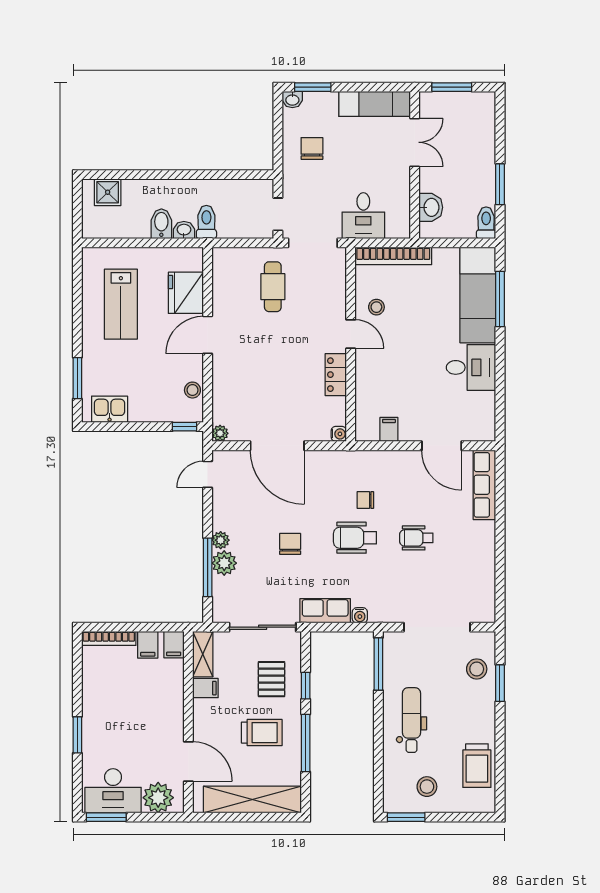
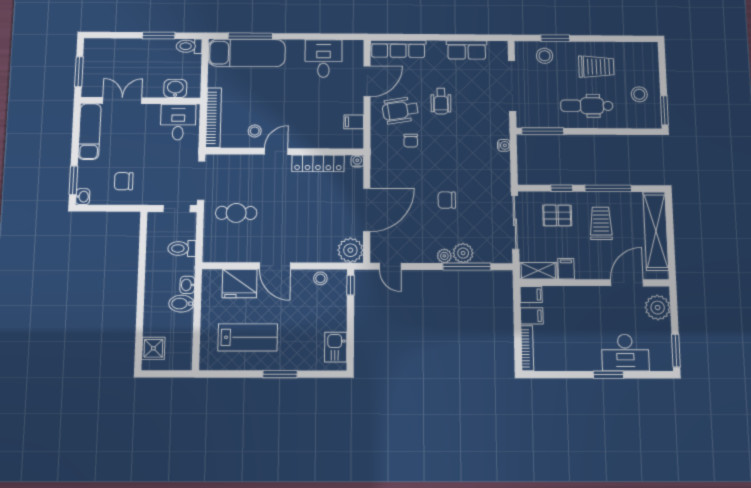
desk: (363, 216) -> (178, 122), moved, turned -90
toilet: (206, 222) -> (182, 248), moved
desk: (471, 367) -> (324, 59), moved
locker: (336, 375) -> (318, 163), width x1.53
window: (77, 378) -> (280, 374), moved
plant: (220, 433) -> (350, 250), width x1.87, depth x1.87
wheelchair: (355, 538) -> (400, 110), moved, turned 81
row of seats: (325, 611) -> (467, 50), moved, turned -90
trolley: (477, 766) -> (596, 67), moved
desk: (113, 791) -> (625, 353), moved, turned 90

